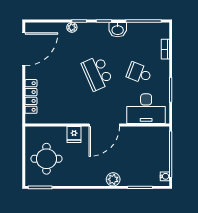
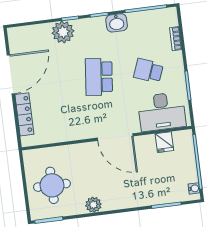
plant: (72, 27) -> (63, 32), width x1.87, depth x1.87
door: (24, 49) -> (11, 74), moved
school desk: (97, 73) -> (99, 77), turned 30
door: (104, 125) -> (115, 137), hinge flipped
fridge: (74, 134) -> (164, 142), moved
plant: (113, 179) -> (93, 205), moved

